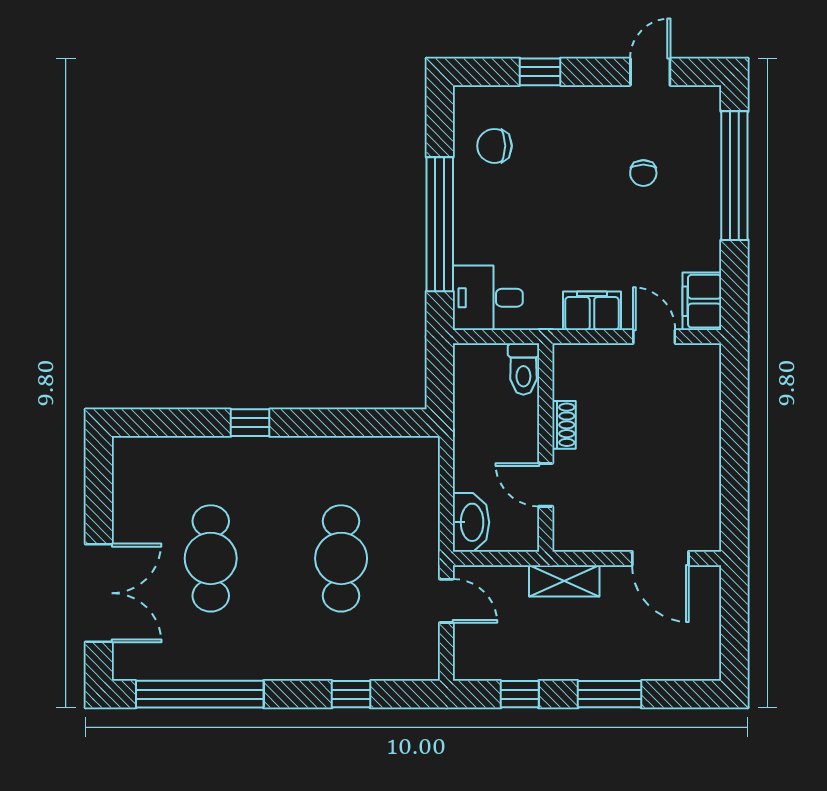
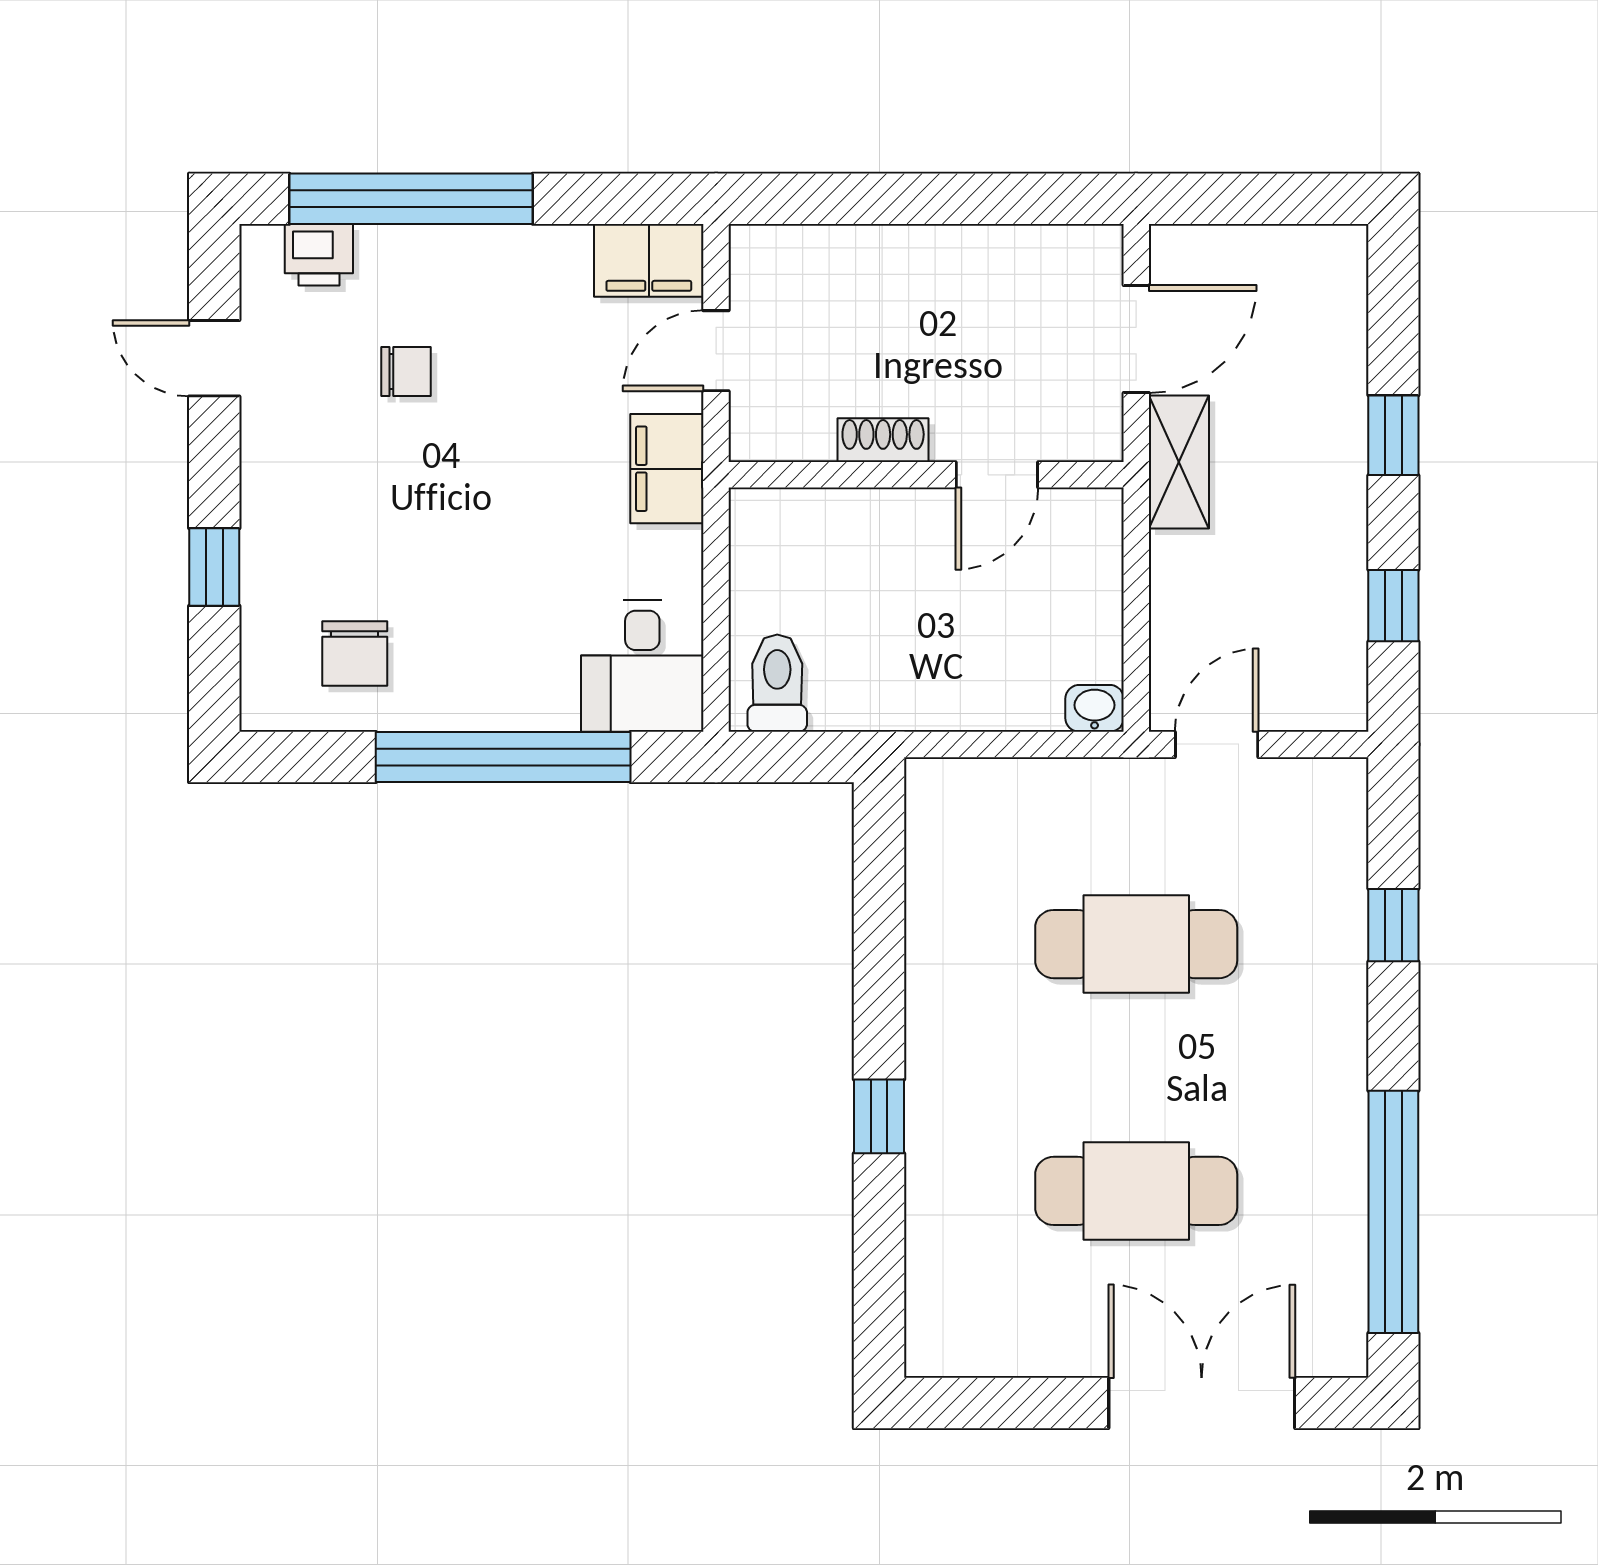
printer: (705, 127) -> (319, 255), added
toilet: (523, 369) -> (777, 683), moved, turned -90
shoe rack: (564, 425) -> (883, 440), moved
wall: (546, 448) -> (926, 475), moved
door: (546, 485) -> (997, 475), moved
washbasin: (471, 522) -> (1095, 708), width x0.52, depth x0.69
shelving: (564, 581) -> (1179, 462), moved
window: (610, 694) -> (1393, 435), width x0.67

